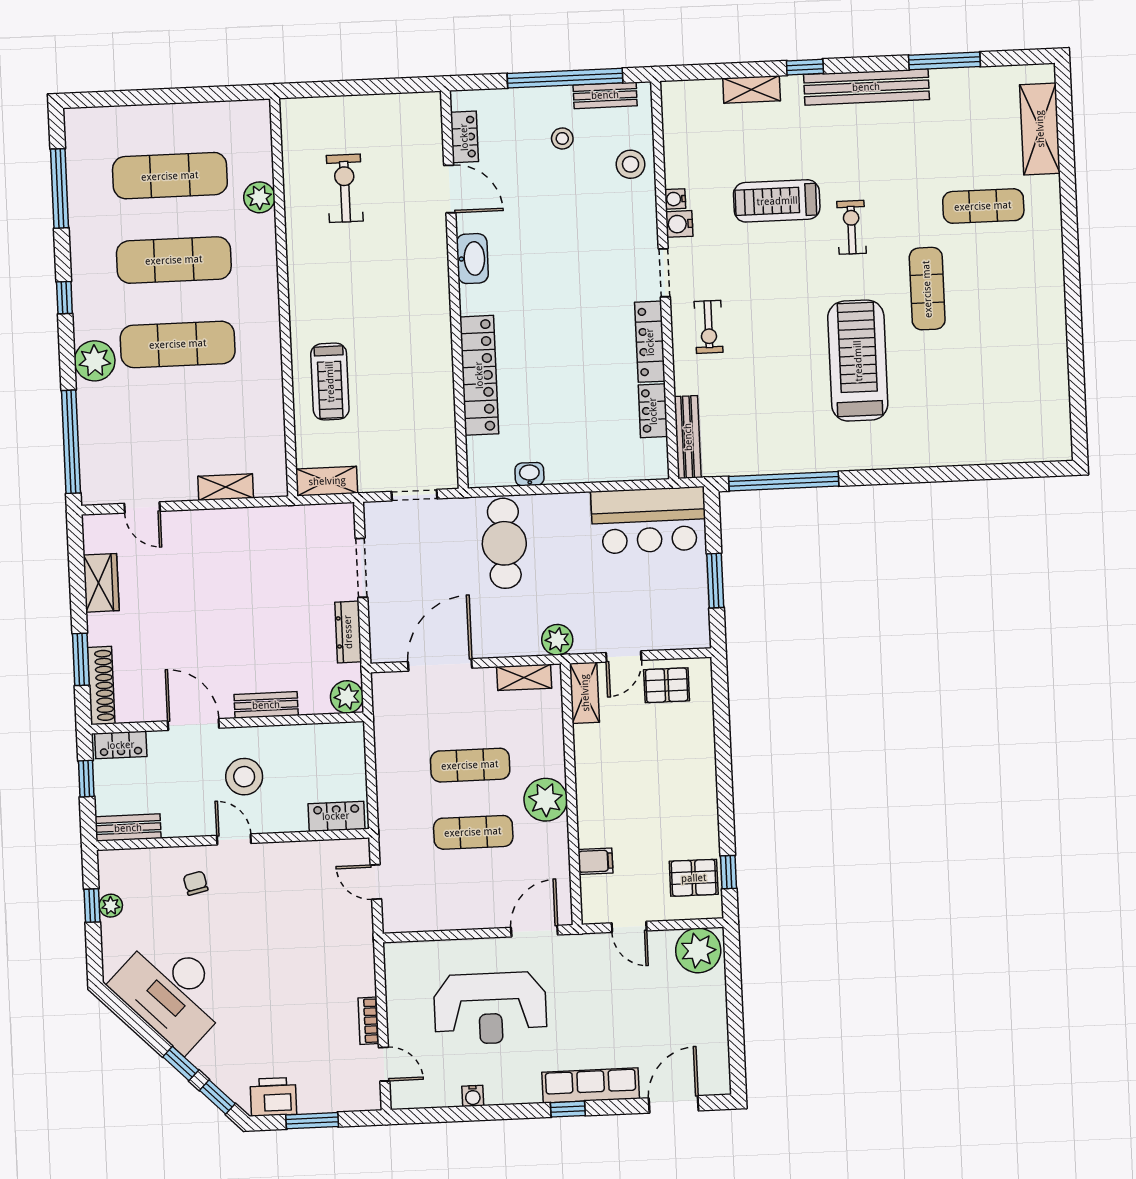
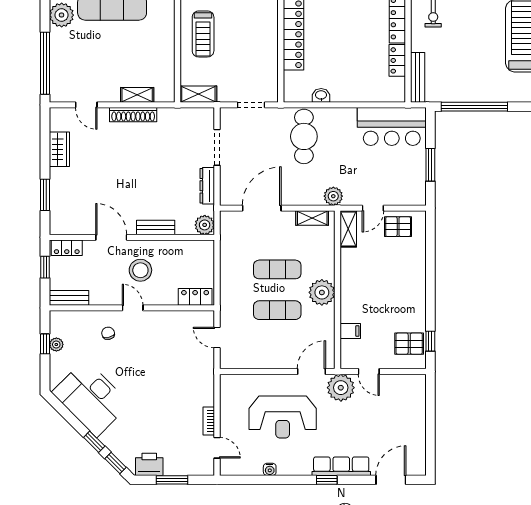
shoe rack: (101, 686) -> (133, 115), moved, turned 90
plant: (698, 950) -> (341, 388), moved

